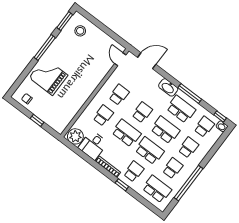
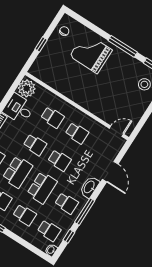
door: (147, 61) -> (110, 172), moved
grand piano: (48, 76) -> (91, 53), turned -90
school desk: (181, 109) -> (66, 203), width x0.54
window: (220, 116) -> (69, 236), moved
school desk: (126, 133) -> (35, 145), width x0.54

